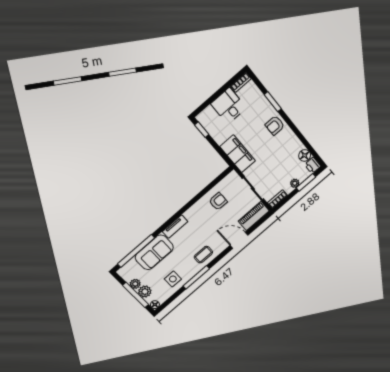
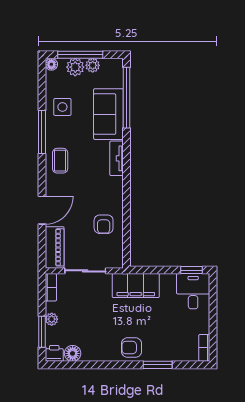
desk: (229, 106) -> (193, 291), moved, turned -90
armchair: (275, 125) -> (132, 348), turned -90

